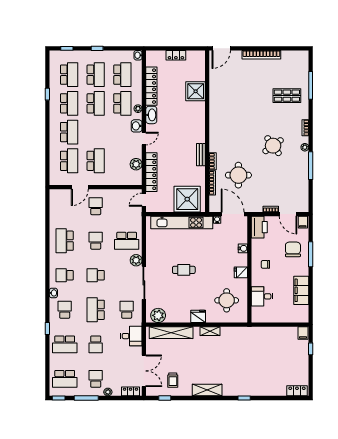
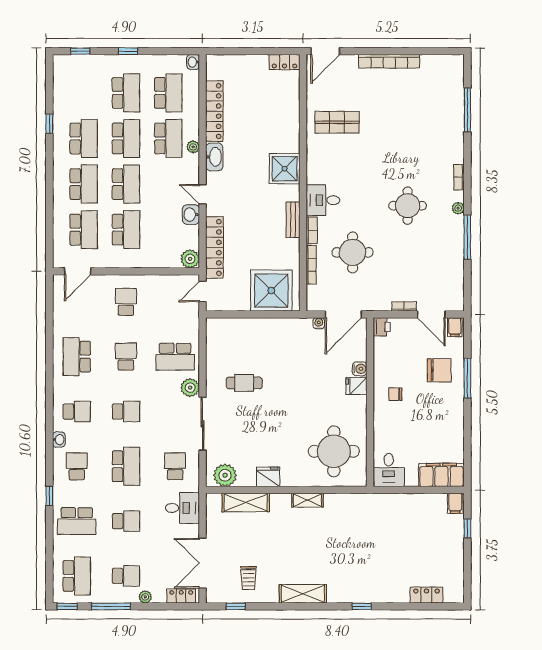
locker: (176, 55) -> (285, 62), moved
school desk: (69, 75) -> (126, 184), moved
shower: (196, 91) -> (285, 169), moved
shop shelf: (287, 96) -> (337, 122), moved
washbasin: (137, 126) -> (191, 215), moved
door: (144, 139) -> (203, 194), swing flipped
desk: (220, 142) -> (323, 200), added
round table: (273, 146) -> (408, 206), turned 36
plant: (136, 164) -> (190, 259), moved
door: (80, 187) -> (78, 271), moved
door: (233, 214) -> (343, 314), swing flipped
kitchen unit: (182, 223) -> (263, 328), removed
printer: (259, 227) -> (382, 327), width x0.53, depth x0.68
chair: (293, 249) -> (439, 370), turned 90
cafe table: (184, 270) -> (244, 383), moved
fridge: (241, 272) -> (356, 386), moved
school desk: (65, 275) -> (77, 411), turned 180
school desk: (96, 275) -> (126, 411), turned 180
filing cabinet: (301, 290) -> (441, 475), moved, turned 90
desk: (262, 296) -> (389, 470), moved, turned -90
round table: (227, 300) -> (334, 451), width x1.36, depth x1.36
school desk: (96, 310) -> (126, 466), turned 180
fridge: (198, 316) -> (268, 477), moved
shelving: (171, 333) -> (246, 503), width x0.68
school desk: (96, 344) -> (126, 521), turned -90
double door: (144, 371) -> (203, 563), swing flipped
school desk: (65, 379) -> (77, 576), turned -90
school desk: (96, 379) -> (126, 576), turned 90
locker: (297, 391) -> (426, 595), moved

